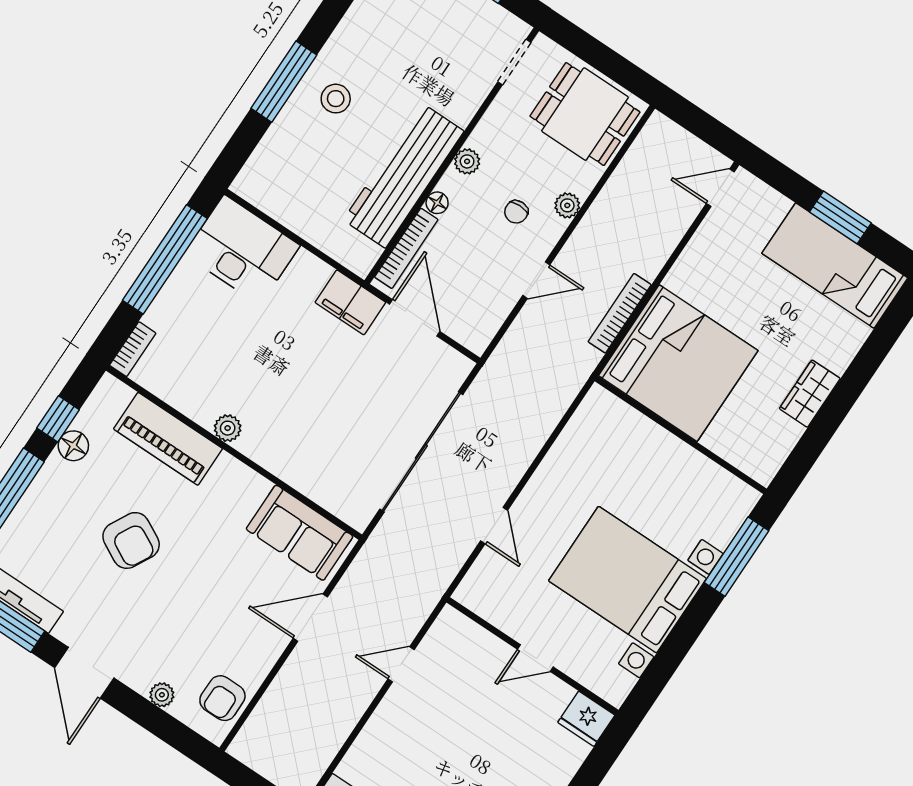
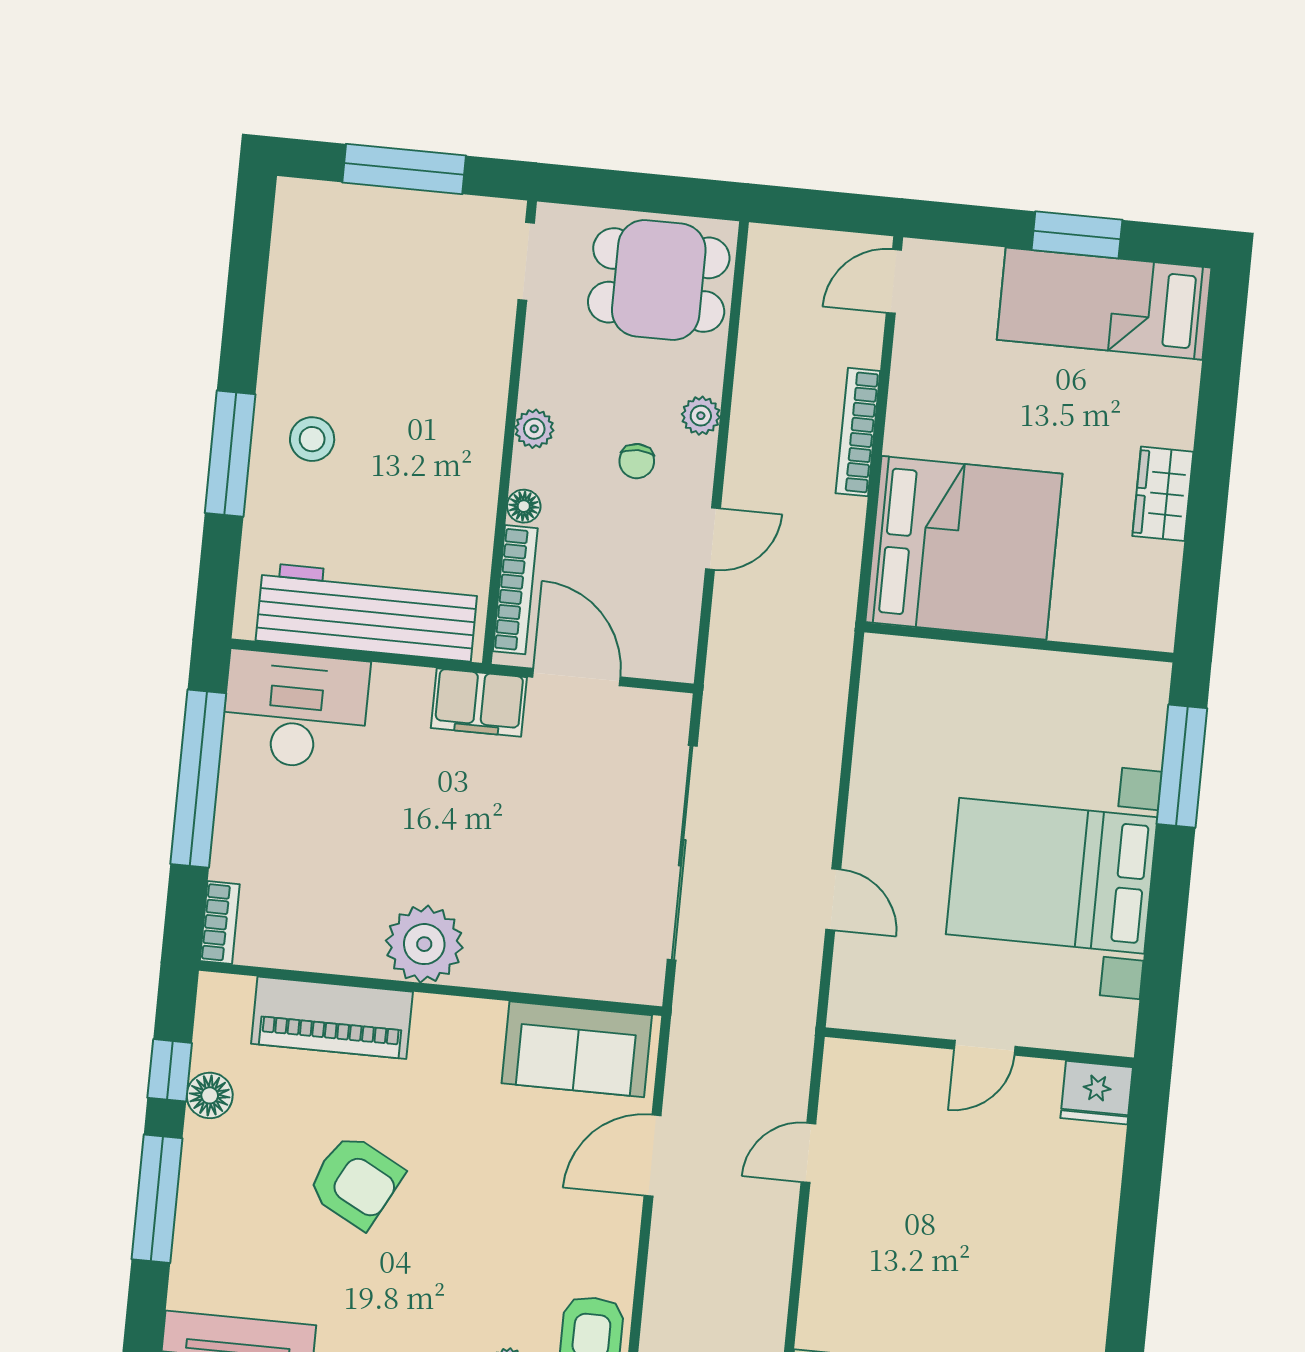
workbench: (404, 176) -> (367, 612), moved, turned 90
bookcase: (620, 313) -> (858, 432), moved
plant: (228, 428) -> (424, 944), width x1.87, depth x1.87

